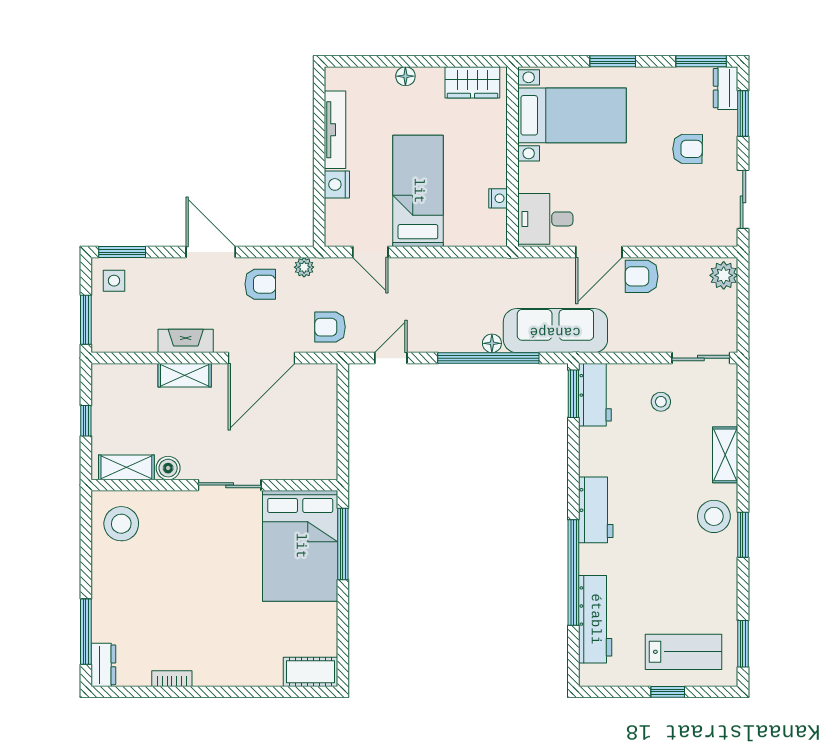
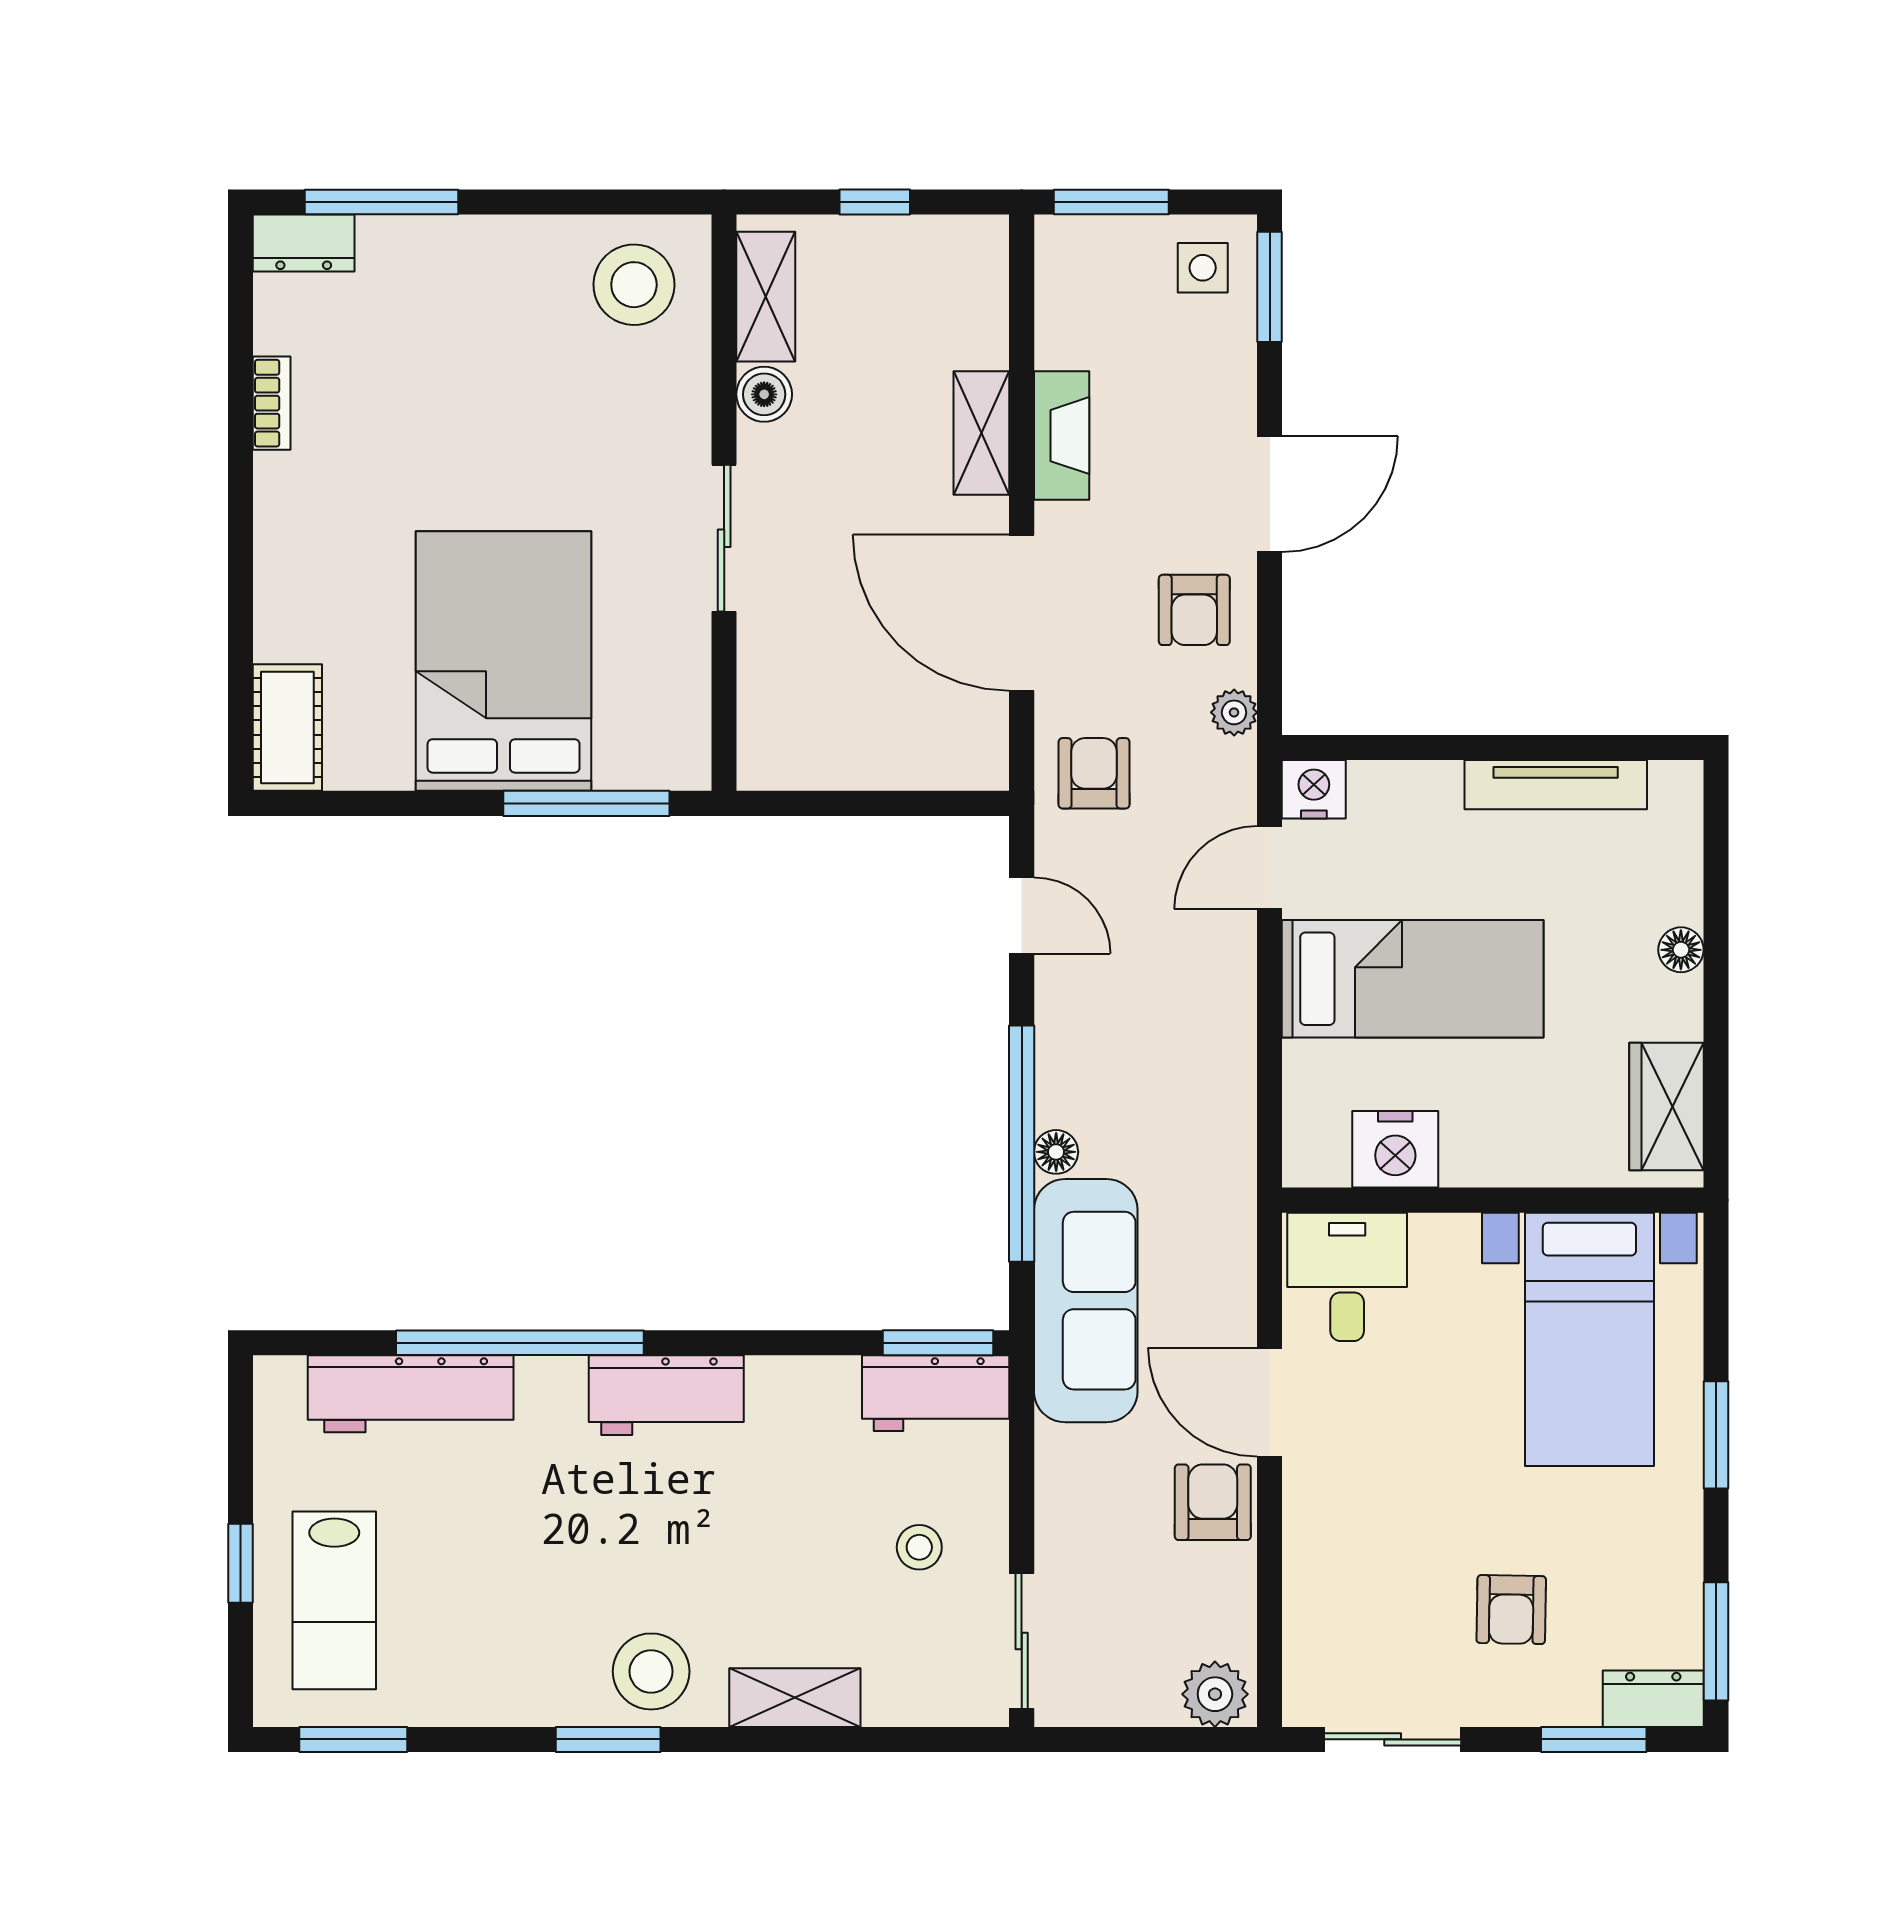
nightstand: (337, 184) -> (1314, 789), moved
nightstand: (498, 198) -> (1395, 1149), width x1.89, depth x1.79
bed: (300, 546) -> (504, 661), moved, turned 90

